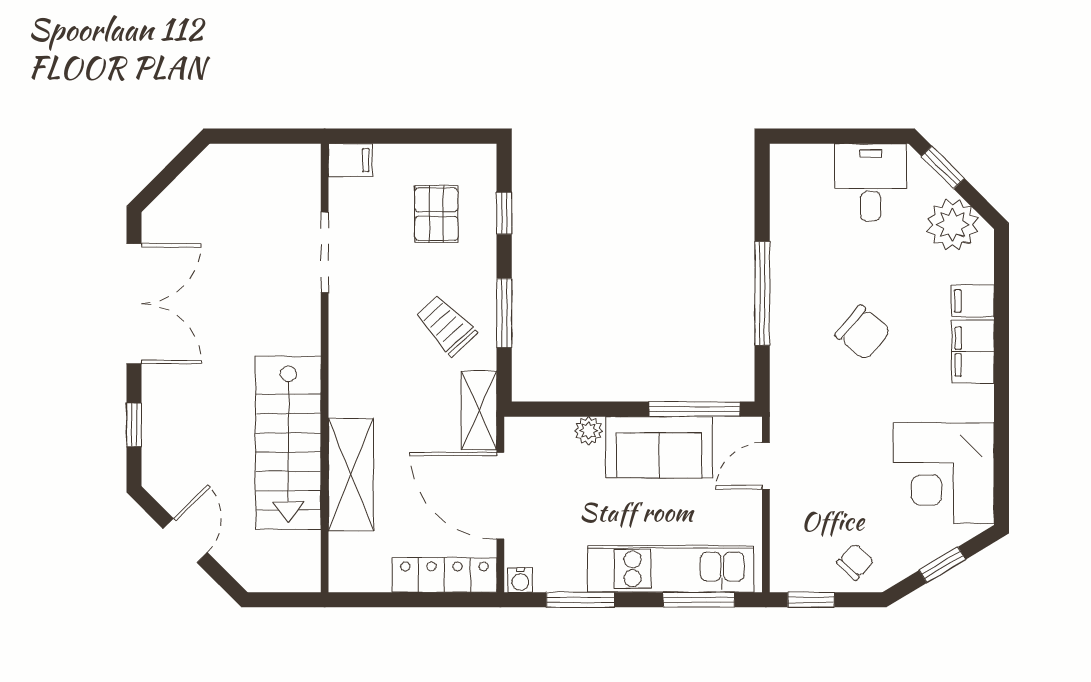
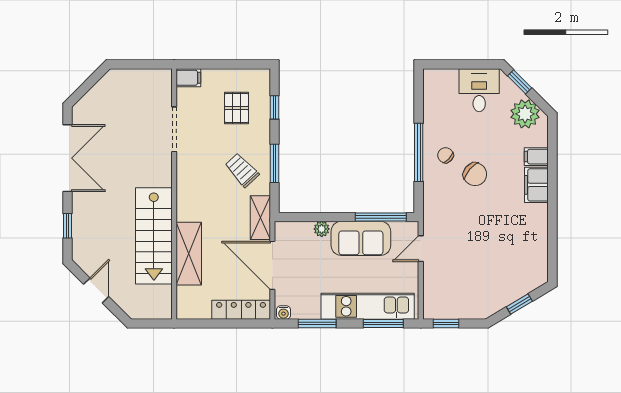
corner desk: (944, 473) -> (520, 253), removed
chair: (855, 562) -> (445, 155), moved, turned -90

